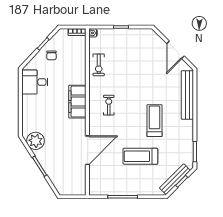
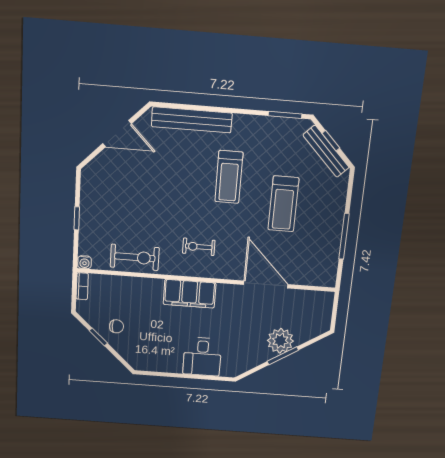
exercise bike: (99, 65) -> (135, 257), width x1.38, depth x1.39
desk: (35, 82) -> (202, 357), moved
treadmill: (154, 121) -> (229, 177), turned -90
plant: (35, 141) -> (280, 341), moved

